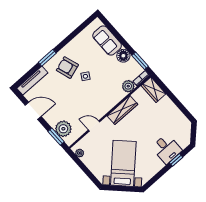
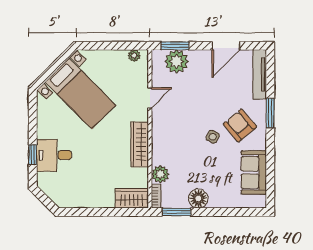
sofa: (107, 41) -> (254, 172), moved, turned -90
armchair: (67, 68) -> (240, 125), turned -112

